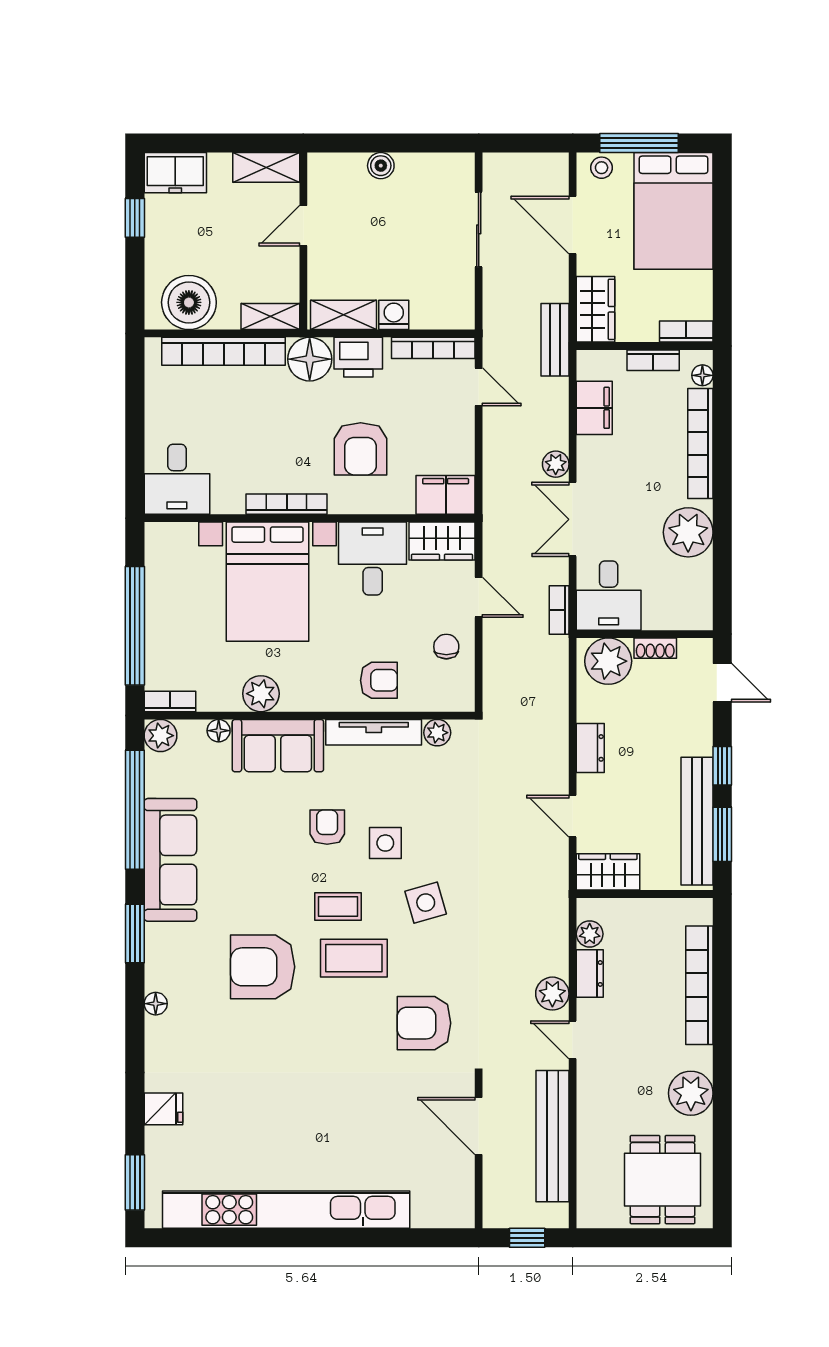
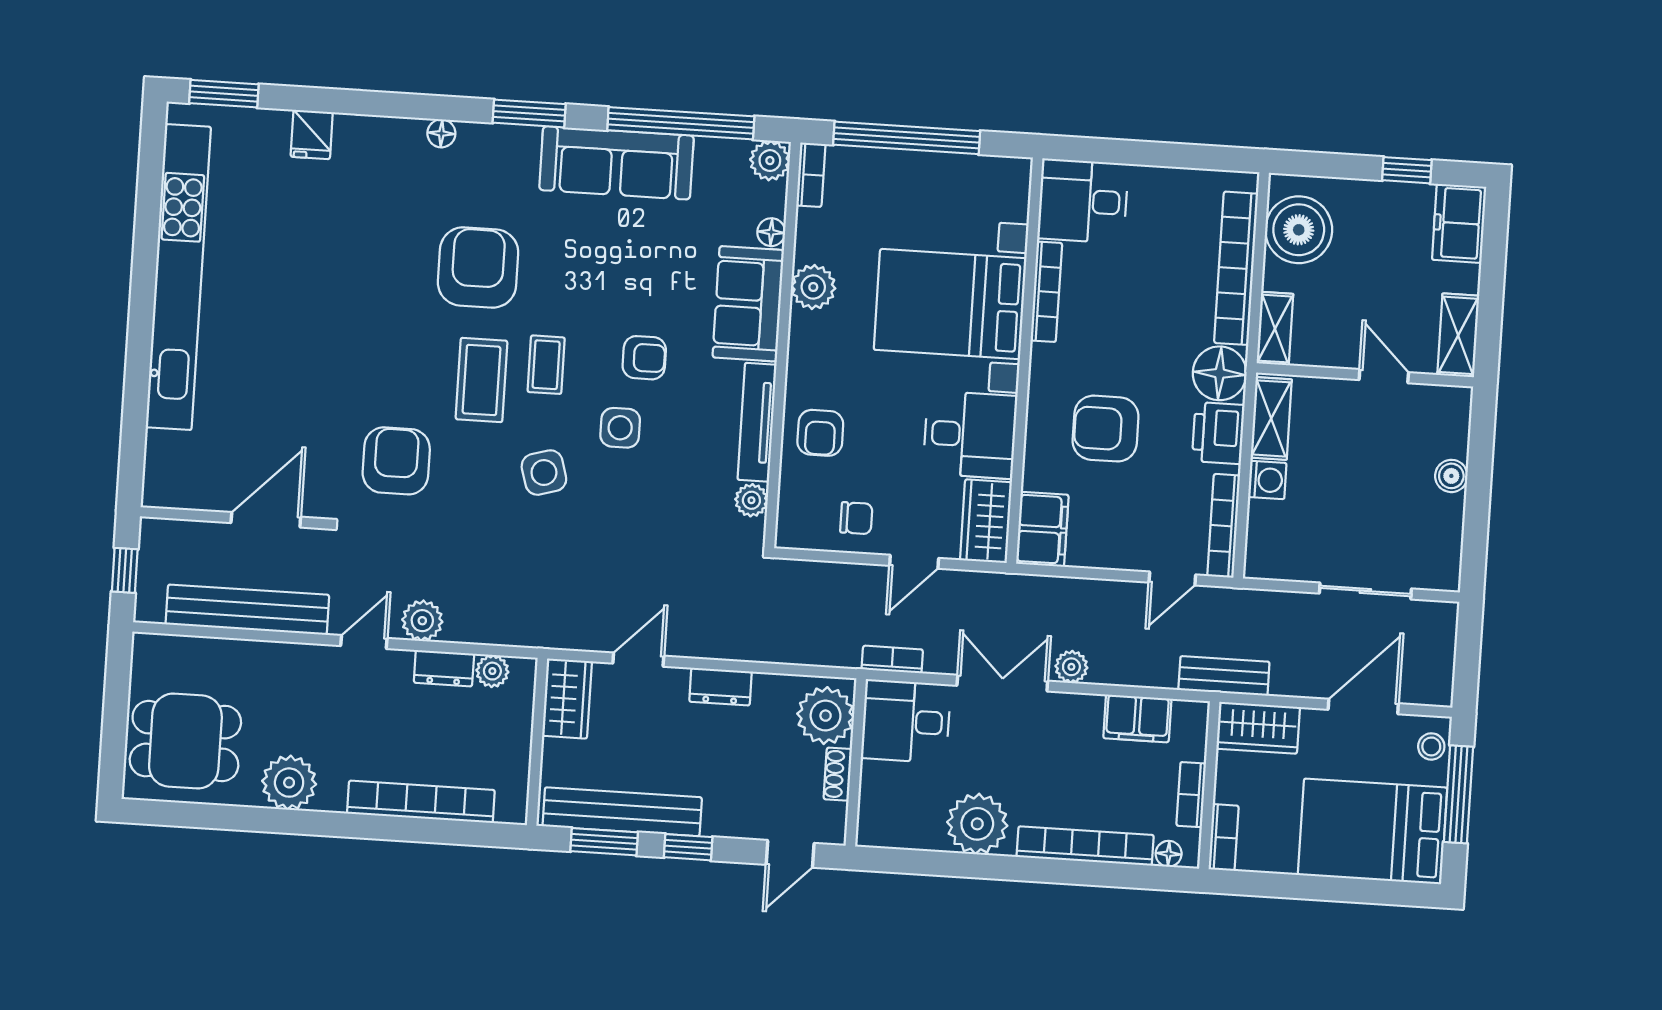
bookcase: (287, 504) -> (1046, 292), moved

